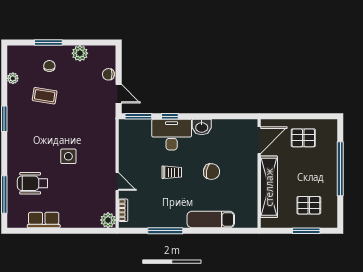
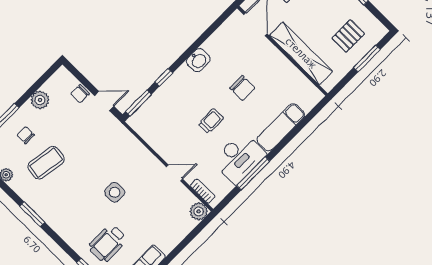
coffee table: (45, 96) -> (46, 163), width x1.36, depth x1.30
desk: (172, 135) -> (239, 158), moved, turned 180
chair: (212, 172) -> (242, 88), turned 80

